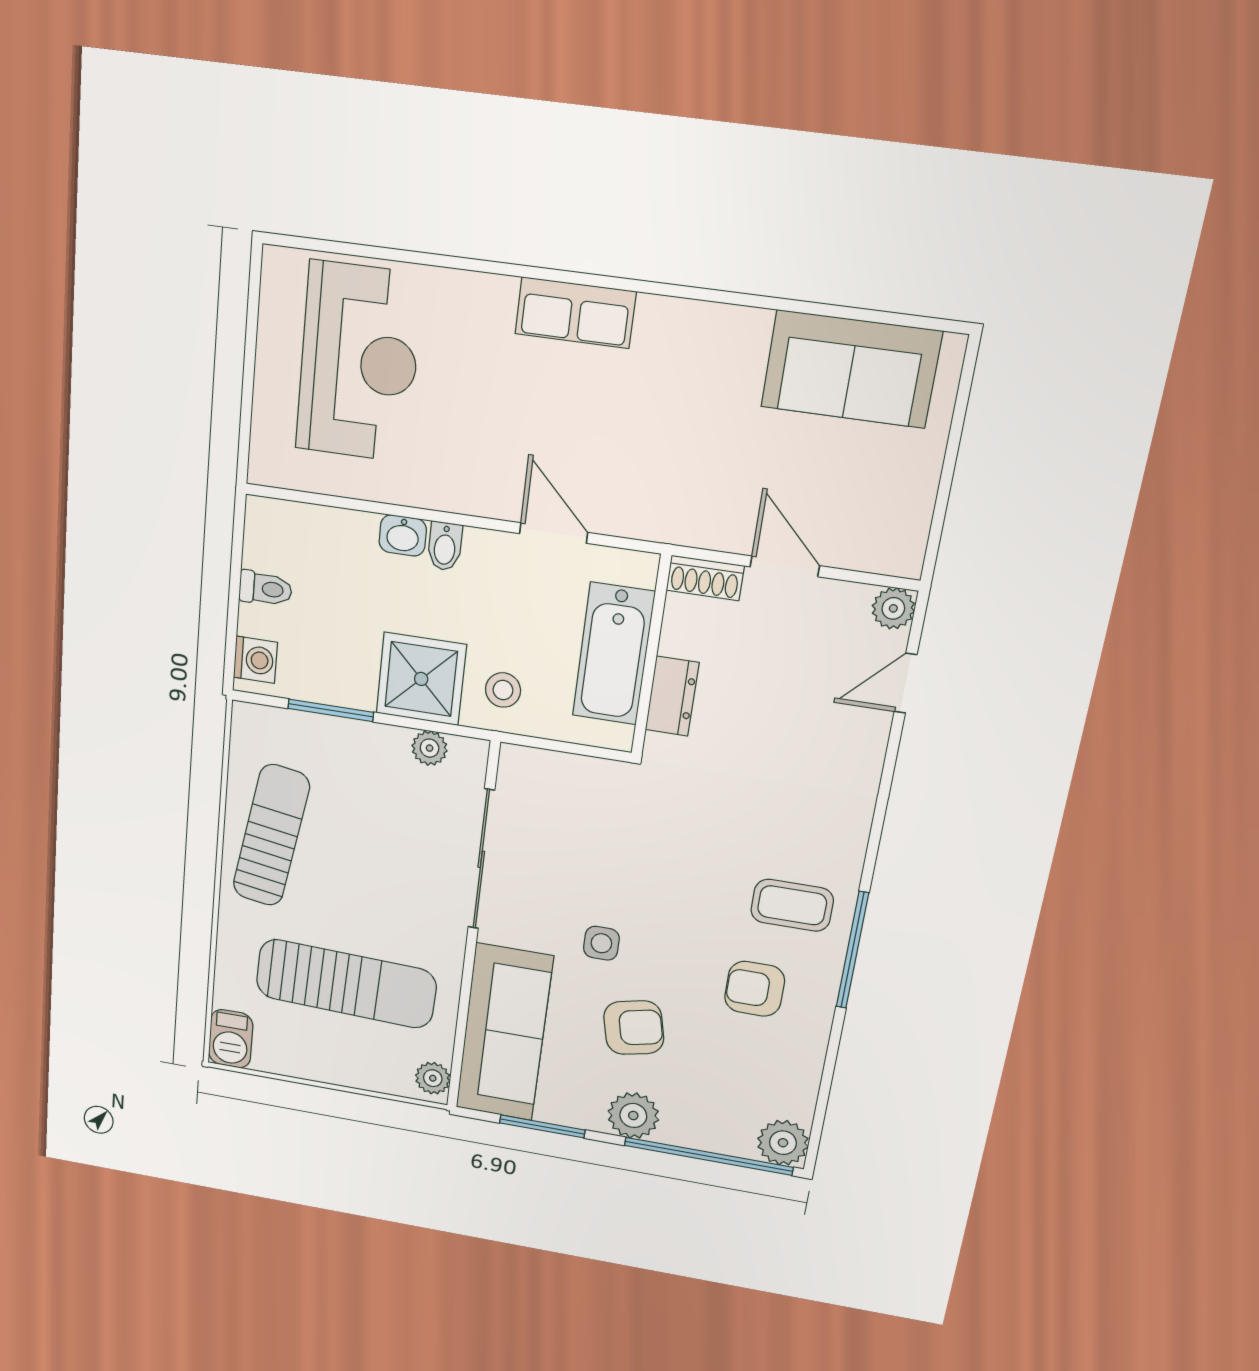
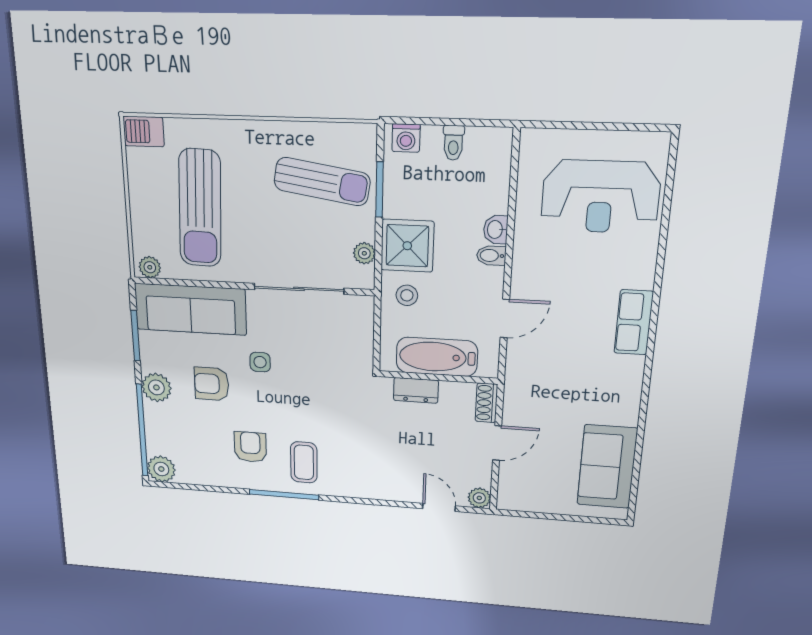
sun lounger: (271, 836) -> (322, 182), moved
armchair: (634, 1028) -> (212, 384), turned 103

